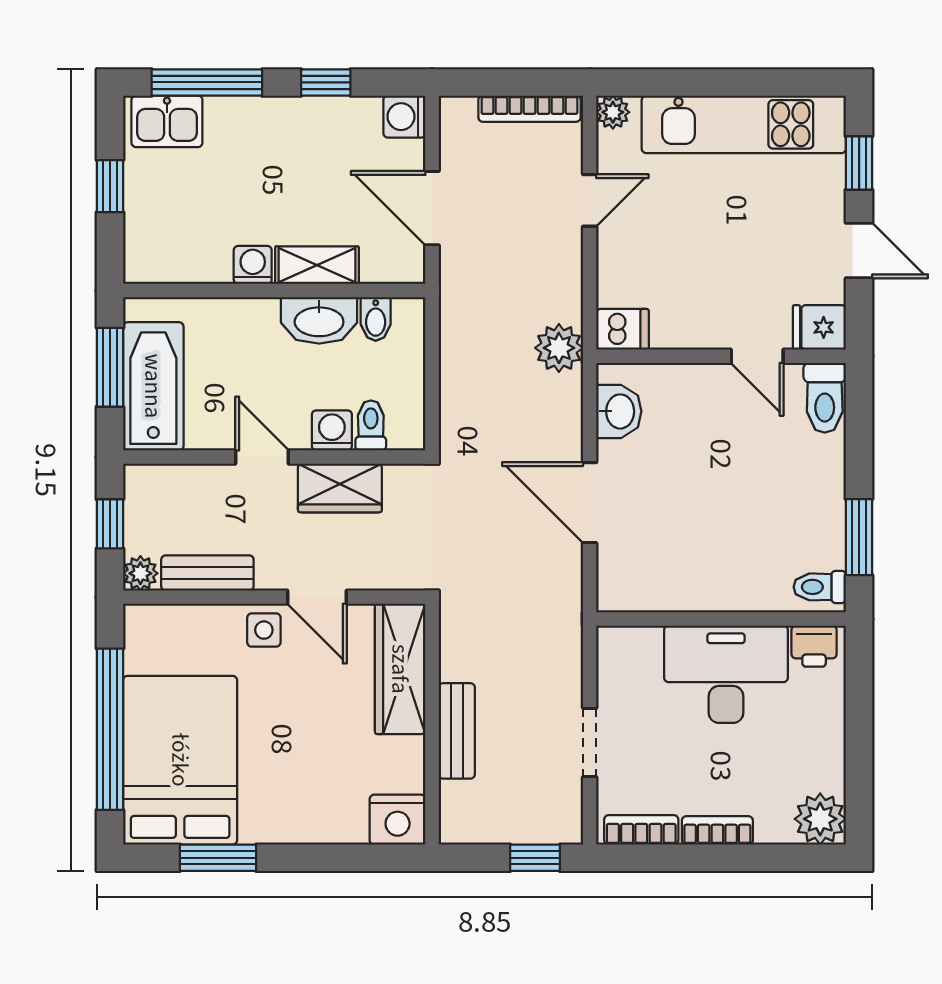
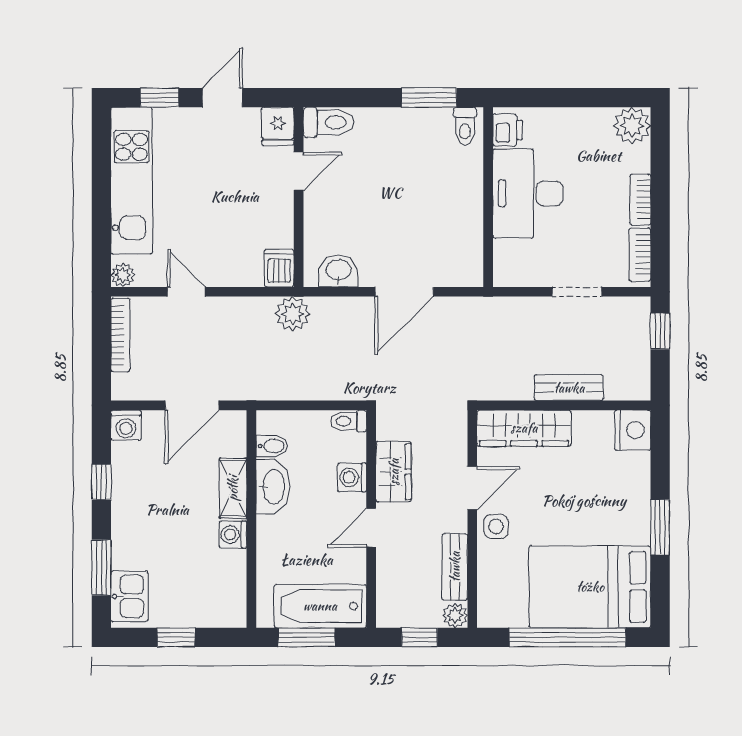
window: (207, 82) -> (101, 568), width x0.69
toilet: (371, 425) -> (348, 421), moved
window: (218, 858) -> (660, 527), moved

